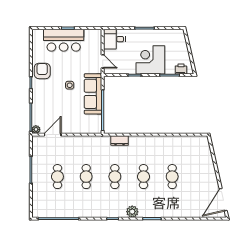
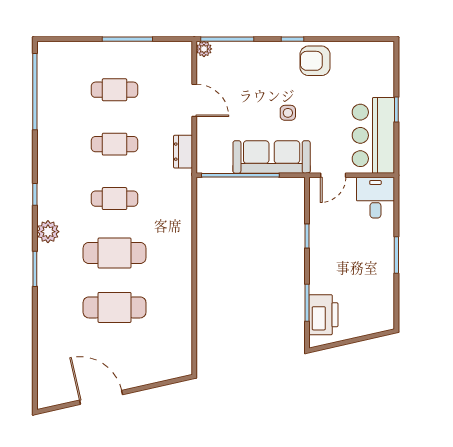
bar counter: (64, 40) -> (373, 135), moved
corner desk: (150, 60) -> (336, 266), removed
printer: (181, 69) -> (323, 315), width x1.87, depth x1.48
armchair: (42, 71) -> (315, 61), turned 180
door: (53, 135) -> (194, 100), moved
dresser: (120, 140) -> (183, 152), moved
cafe table: (143, 177) -> (115, 253), width x1.37, depth x1.35
cafe table: (172, 177) -> (115, 307), width x1.37, depth x1.35
door: (223, 200) -> (101, 397), moved

